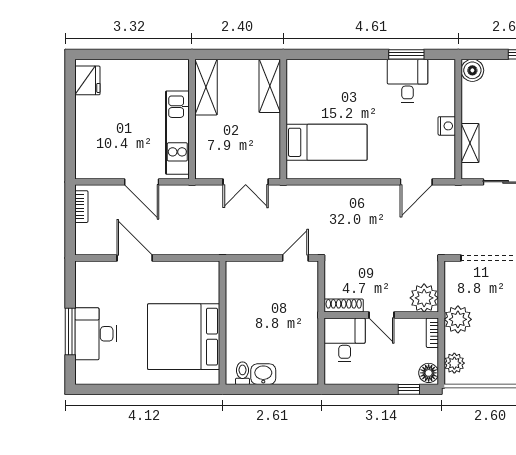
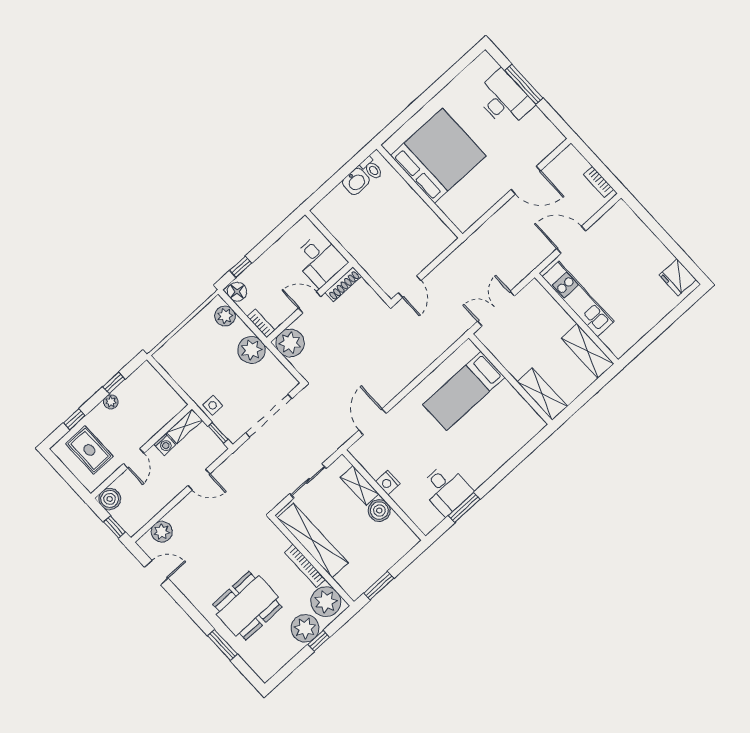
boiler: (472, 70) -> (379, 511), moved

